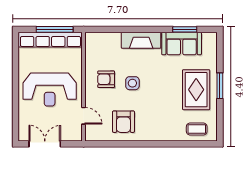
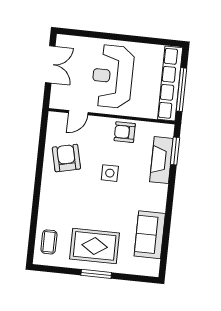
window: (185, 29) -> (175, 151), moved
fireplace: (141, 40) -> (161, 160), moved
armchair: (106, 79) -> (125, 132), moved, turned -90
armchair: (123, 122) -> (66, 158), turned 77

